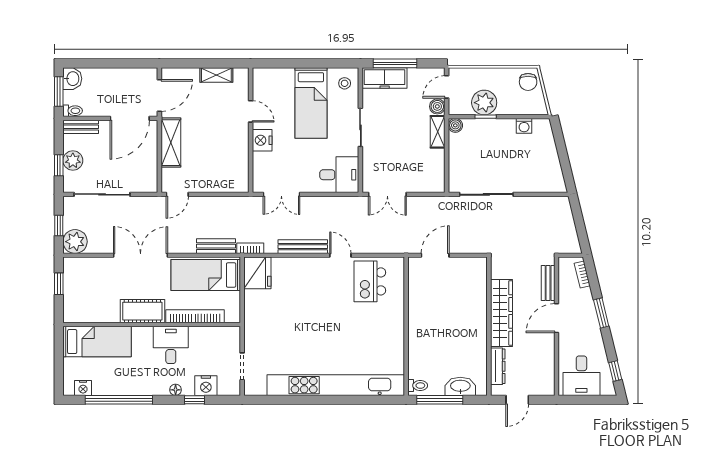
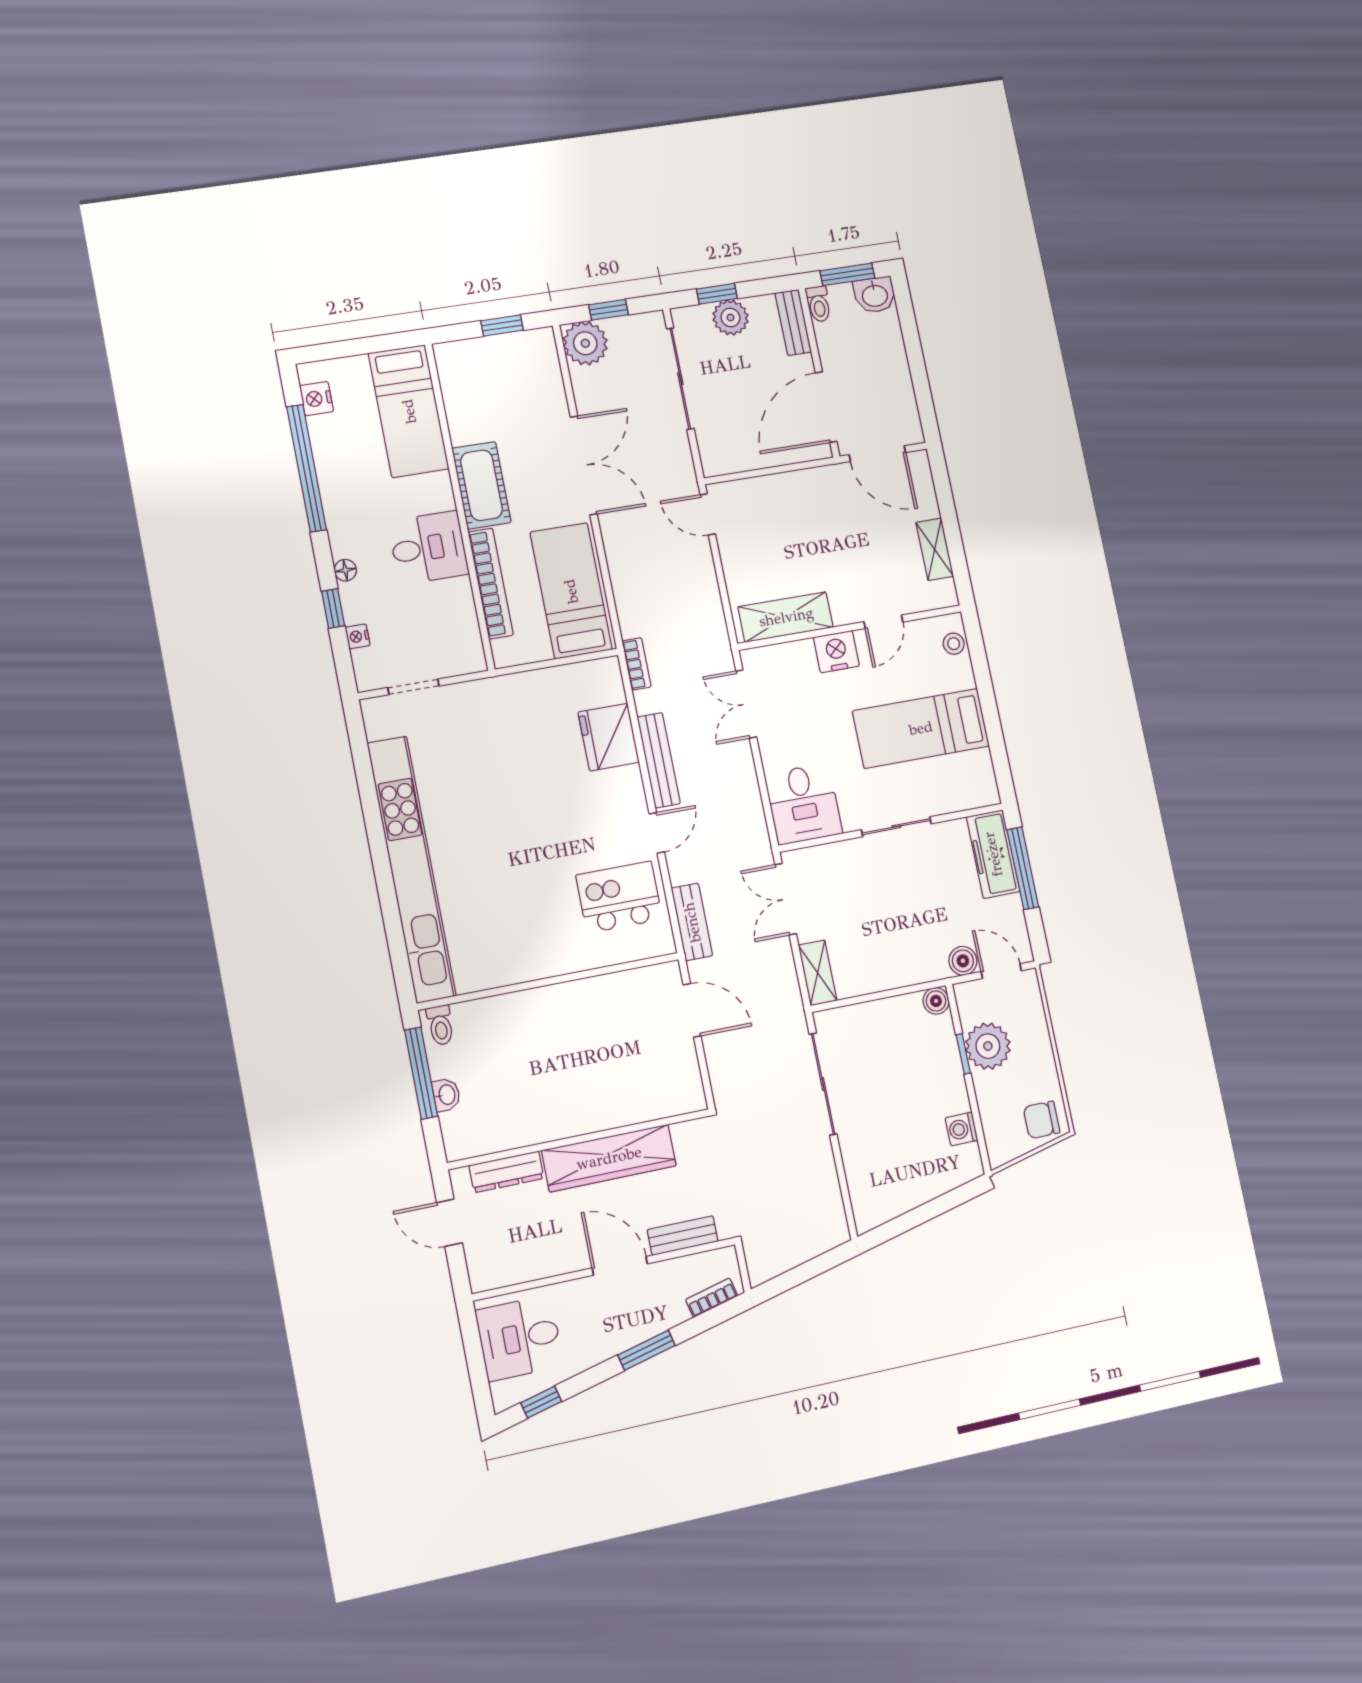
stool: (345, 83) -> (954, 644), moved
door: (130, 118) -> (826, 407), hinge flipped
shelving: (438, 132) -> (818, 973), moved, turned 90
shelving: (171, 143) -> (786, 617), moved
bench: (216, 246) -> (692, 922), moved
fridge: (257, 273) -> (609, 737), moved, turned 90
nightstand: (206, 386) -> (358, 636), width x0.53, depth x0.56
washbasin: (460, 386) -> (446, 1095), width x0.52, depth x0.69

